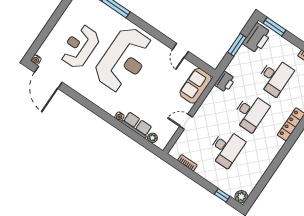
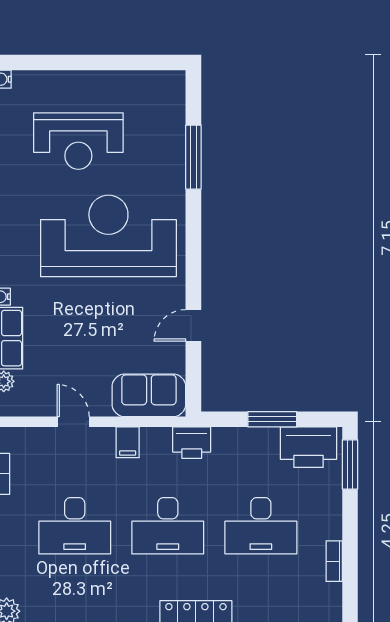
reception desk: (80, 47) -> (78, 141), turned 180
reception desk: (124, 60) -> (108, 236), turned 180
filing cabinet: (208, 106) -> (128, 442), added

